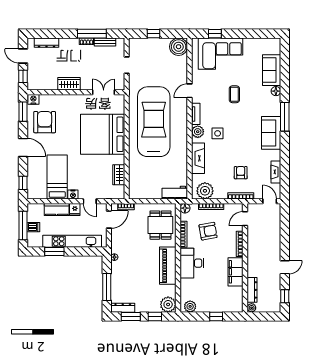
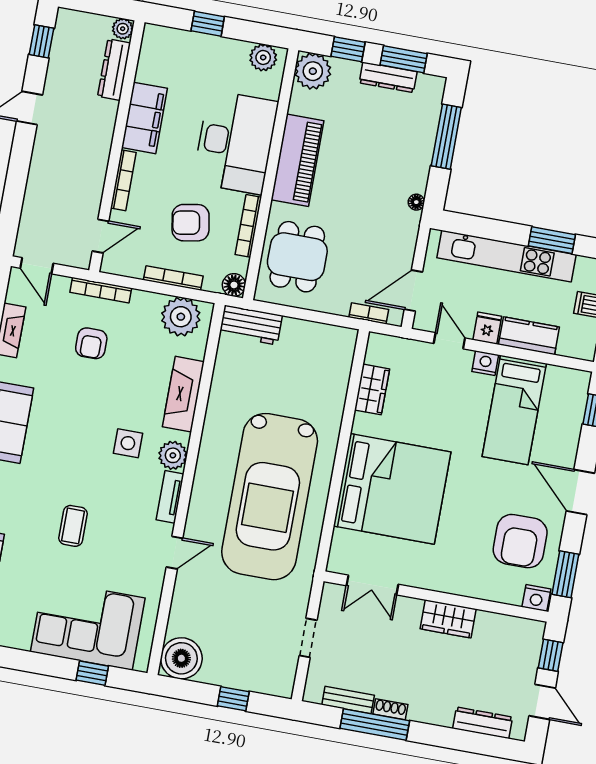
desk: (192, 263) -> (235, 142), width x1.36, depth x1.30
dresser: (123, 308) -> (388, 77), moved

